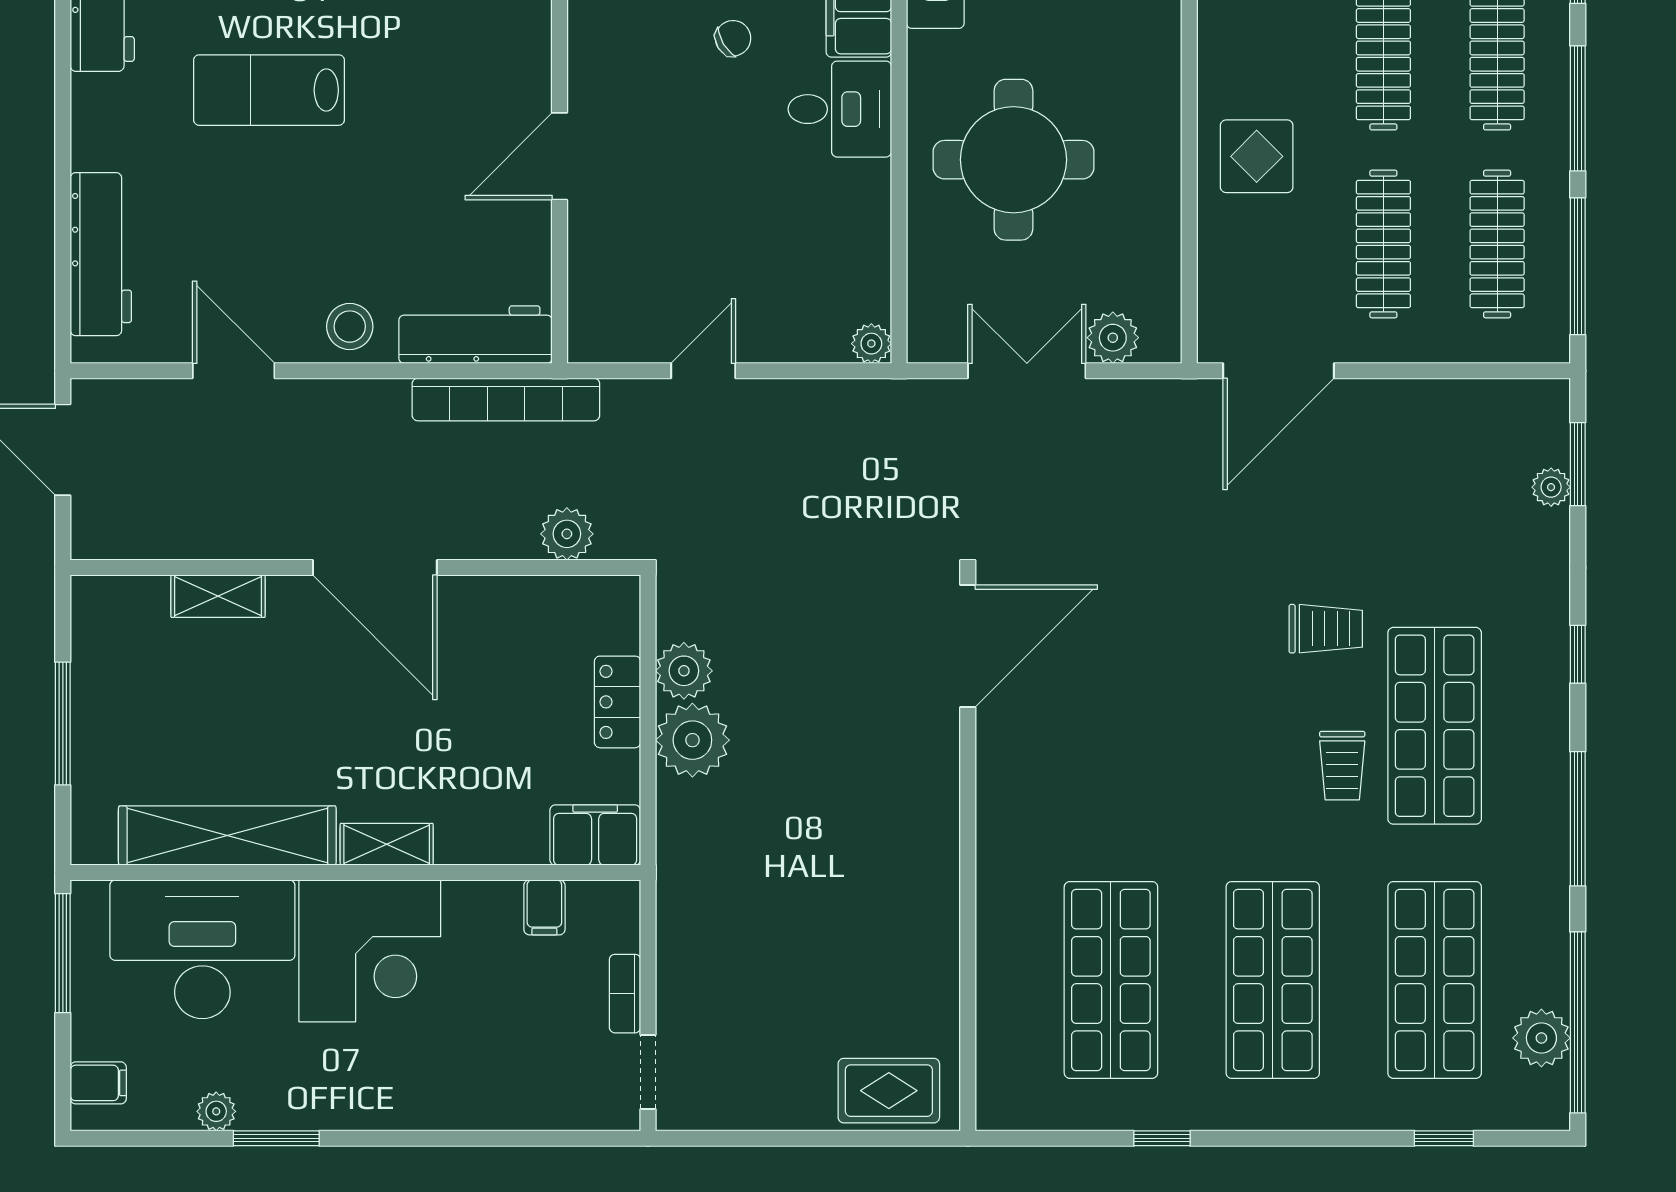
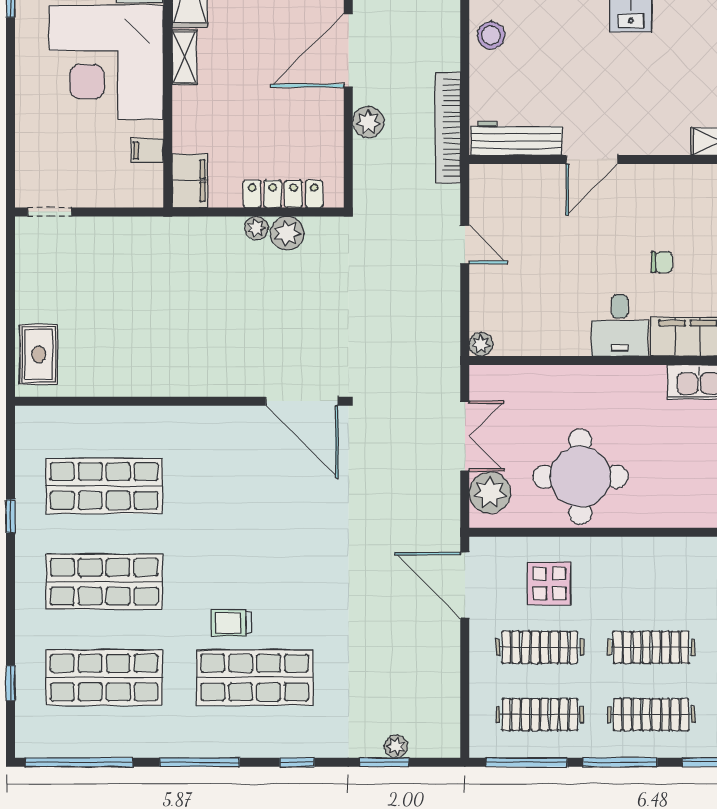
chair: (733, 38) -> (662, 262), turned -59
door: (560, 156) -> (592, 160), swing flipped
display table: (1257, 156) -> (549, 583), moved
round table: (1013, 160) -> (580, 477), moved
workbench: (475, 335) -> (517, 138), moved, turned -90
plant: (1113, 338) -> (490, 493), width x1.36, depth x1.36
window: (1578, 464) -> (384, 762), moved
plant: (567, 534) -> (368, 122), moved
trolley: (1326, 629) -> (312, 613), removed
locker: (618, 702) -> (283, 194), width x1.53
plant: (692, 740) -> (256, 228), width x0.53, depth x0.53
corner desk: (370, 951) -> (106, 62), width x1.36, depth x1.36
bookcase: (625, 994) -> (96, 198), removed
plant: (1541, 1038) -> (70, 741), removed

